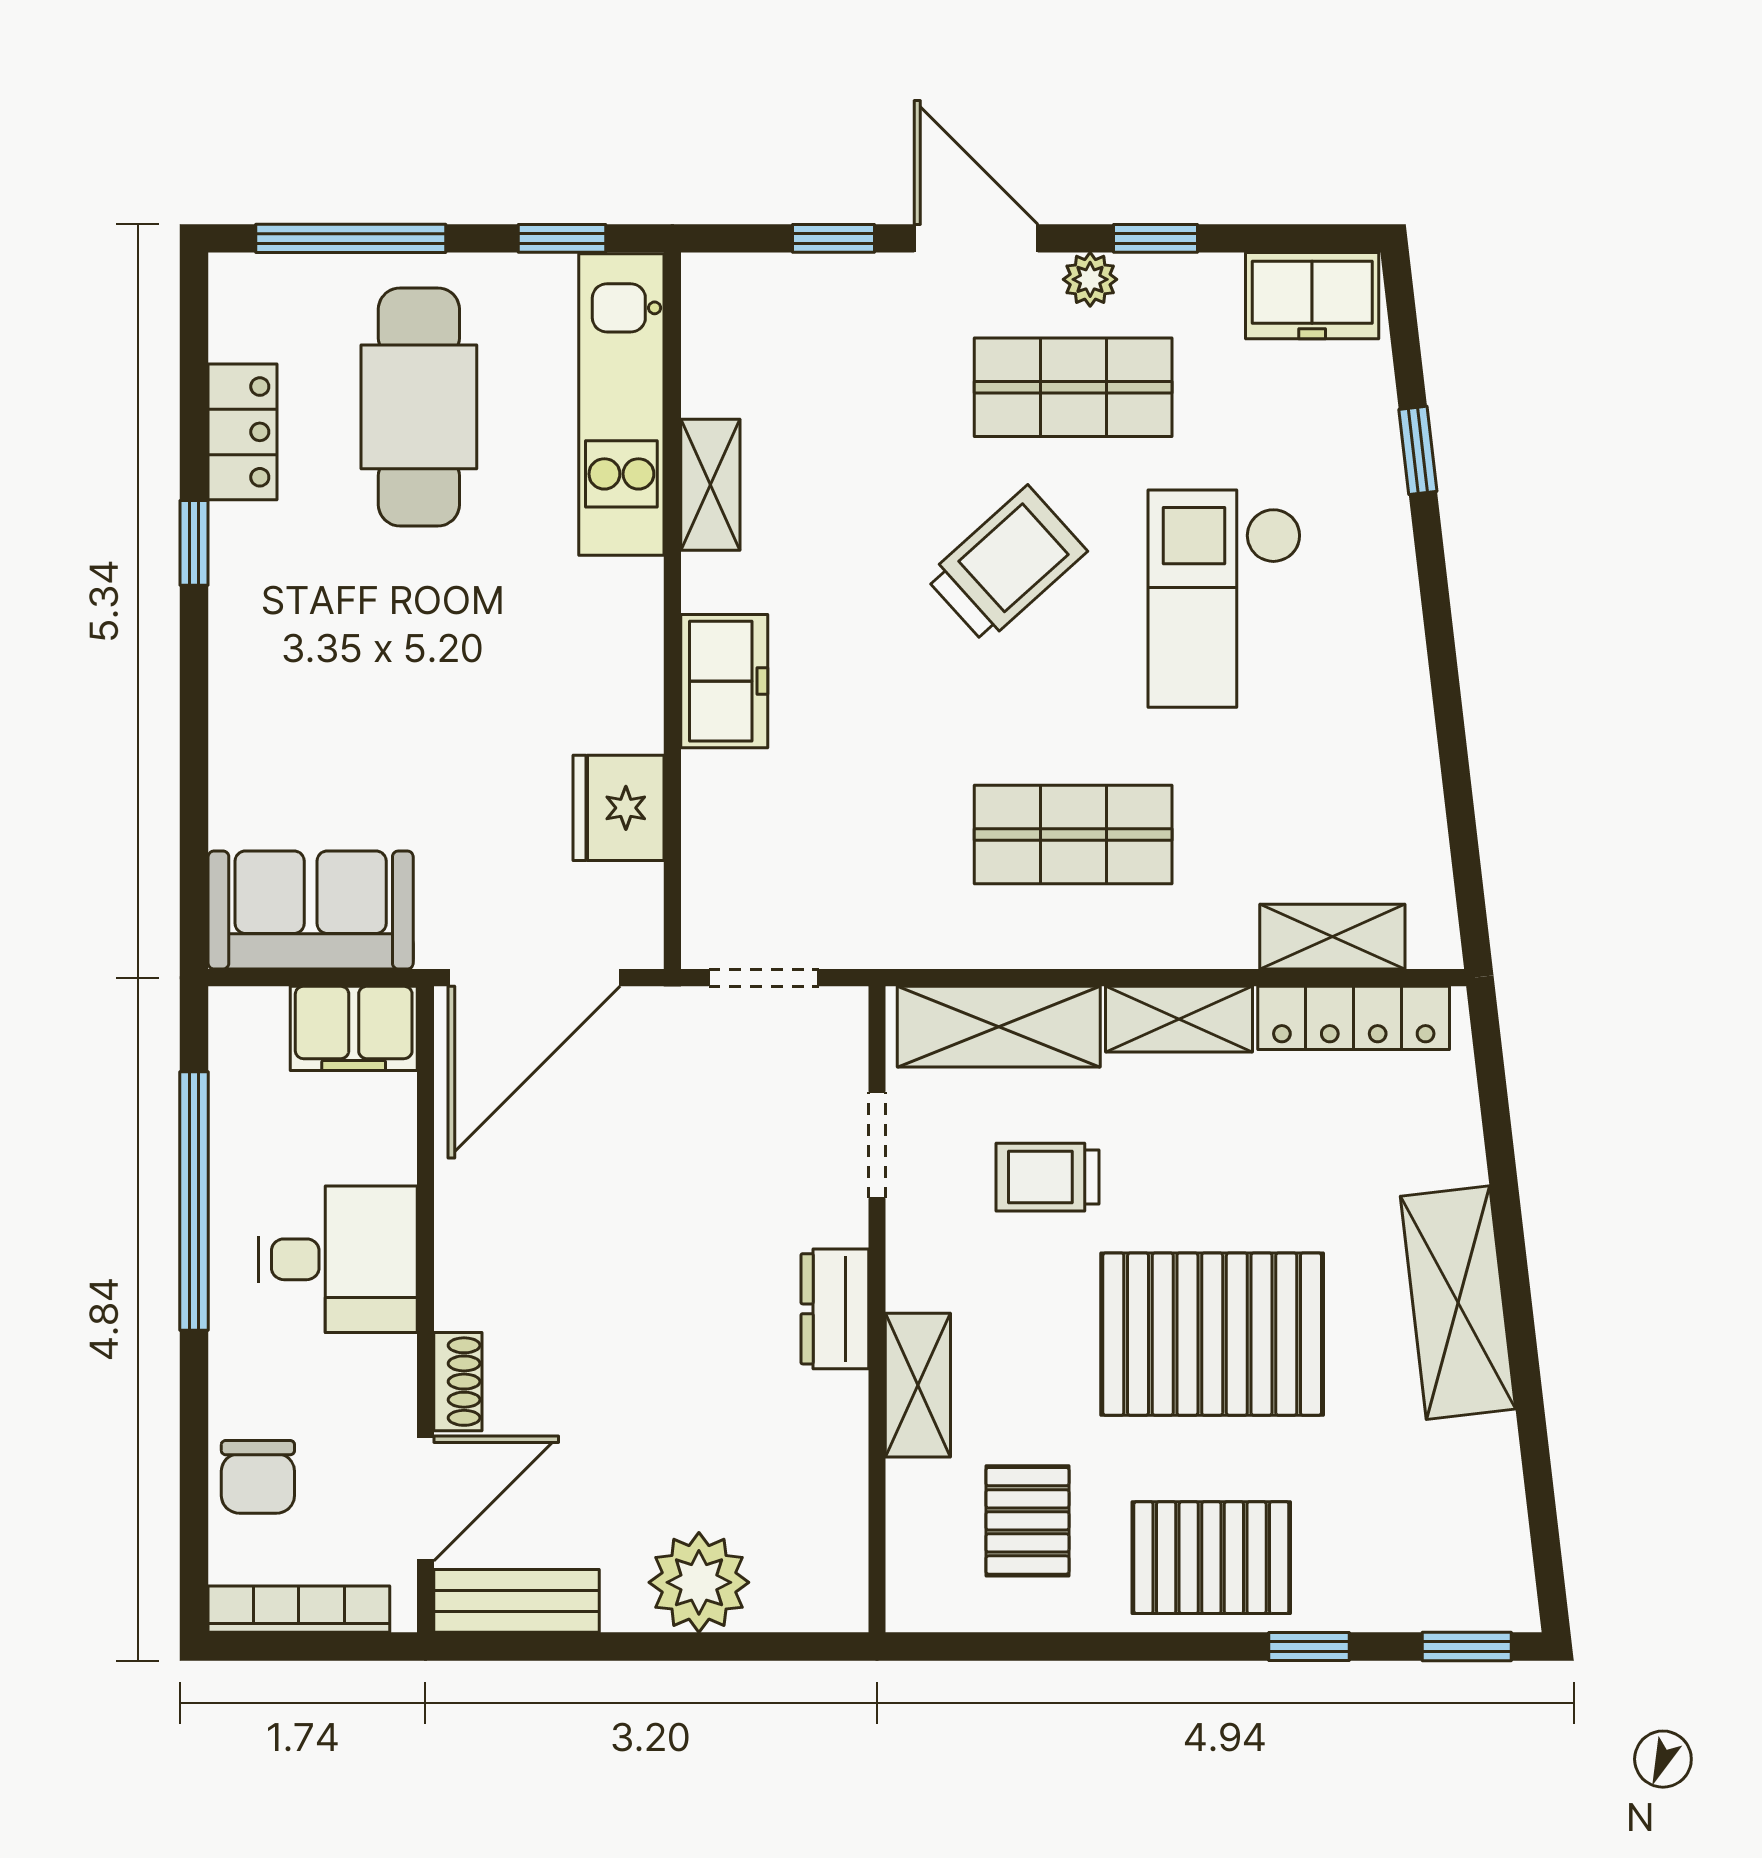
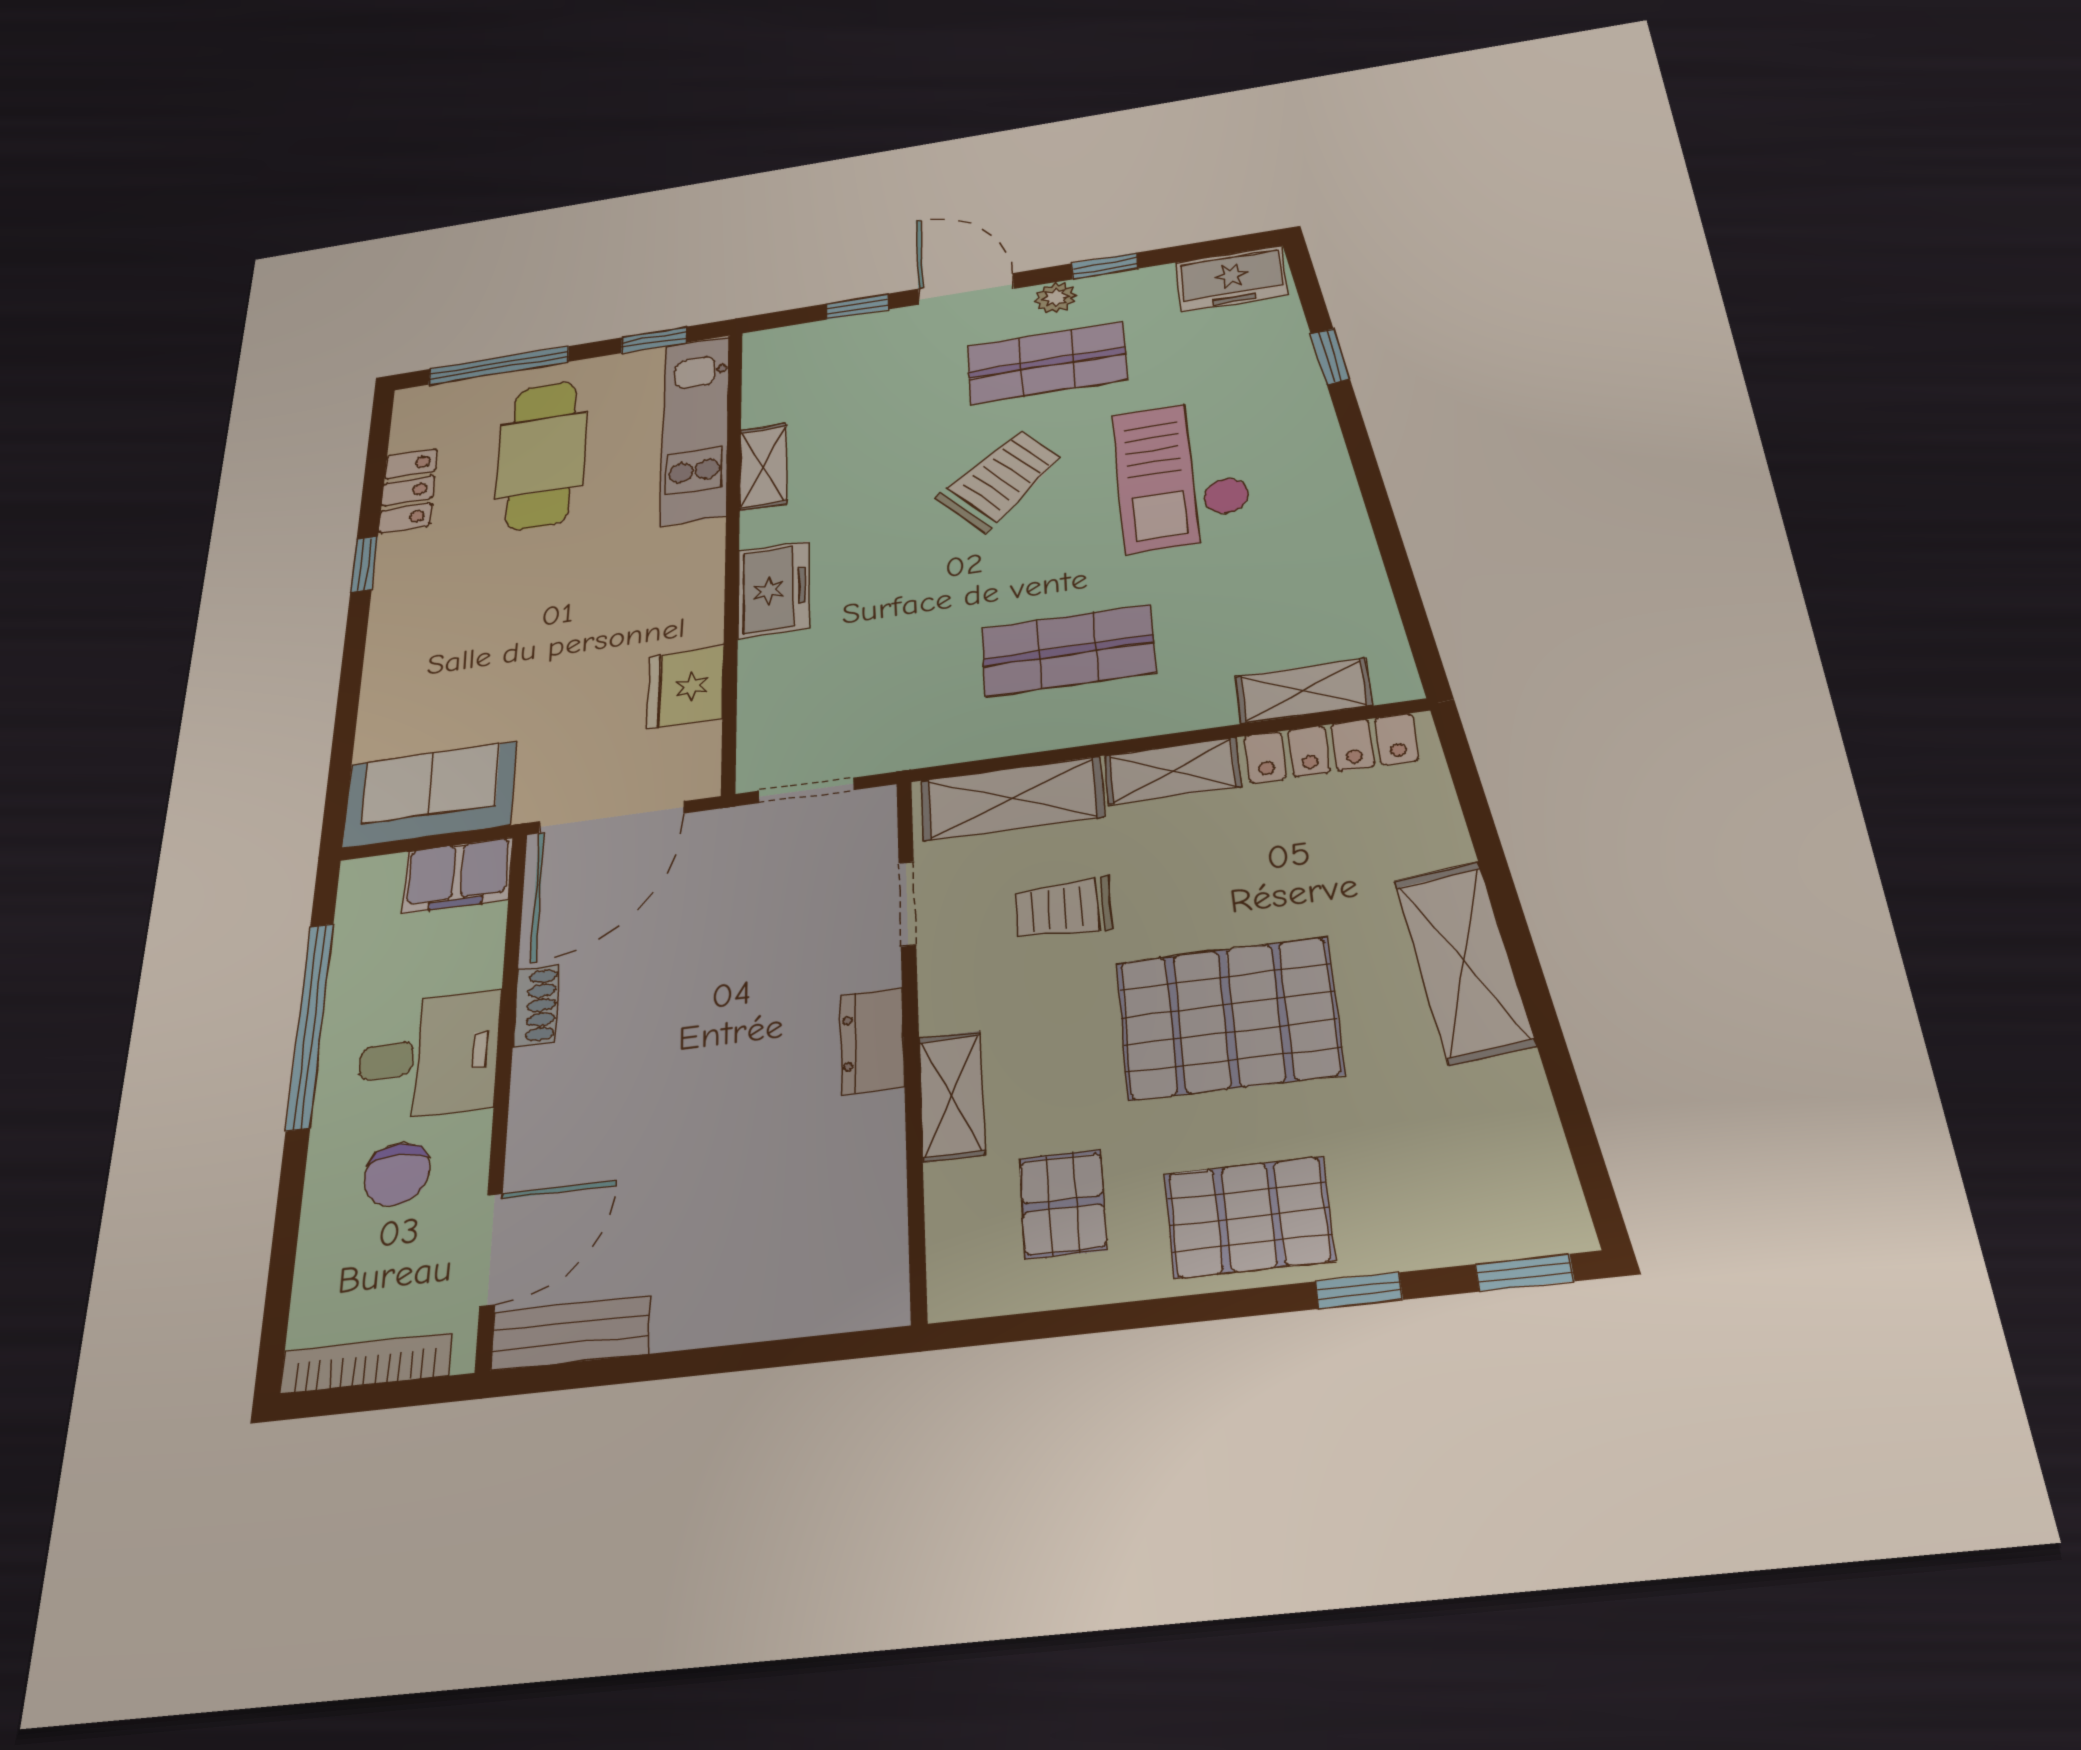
shoe rack: (458, 1382) -> (536, 1006), moved
chair: (258, 1477) -> (397, 1174), moved
plant: (699, 1582) -> (745, 1297), removed

